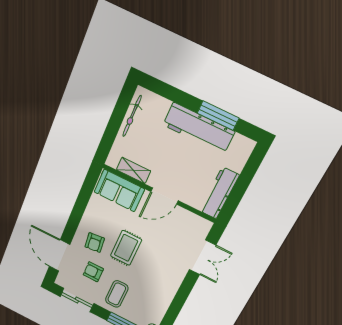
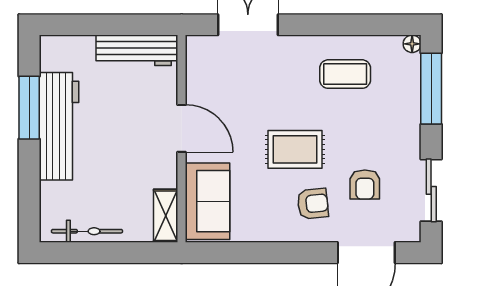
shelving: (134, 170) -> (166, 216), moved
coffee table: (117, 294) -> (345, 74), moved

